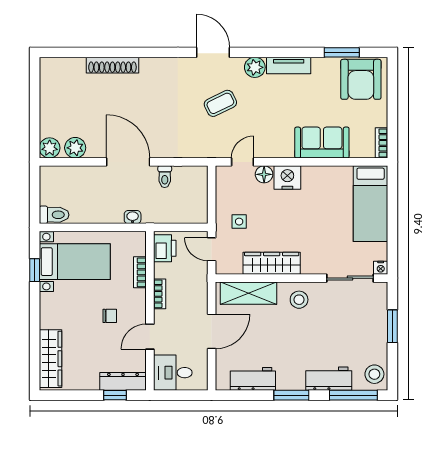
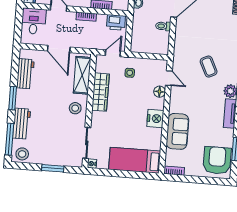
armchair: (361, 79) -> (217, 160), turned 90
nightstand: (287, 178) -> (155, 118), moved

